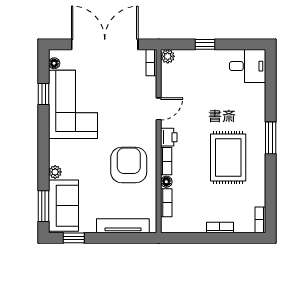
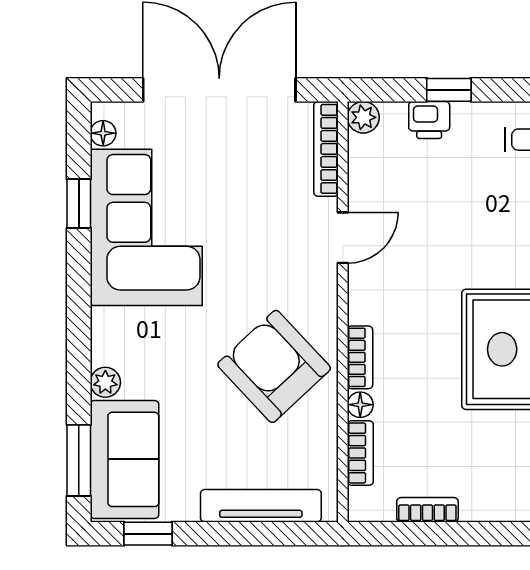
bookcase: (151, 63) -> (326, 149), width x1.56
printer: (169, 137) -> (429, 120), moved, turned 90
armchair: (129, 165) -> (274, 366), turned -43
bookcase: (220, 228) -> (427, 510), moved

